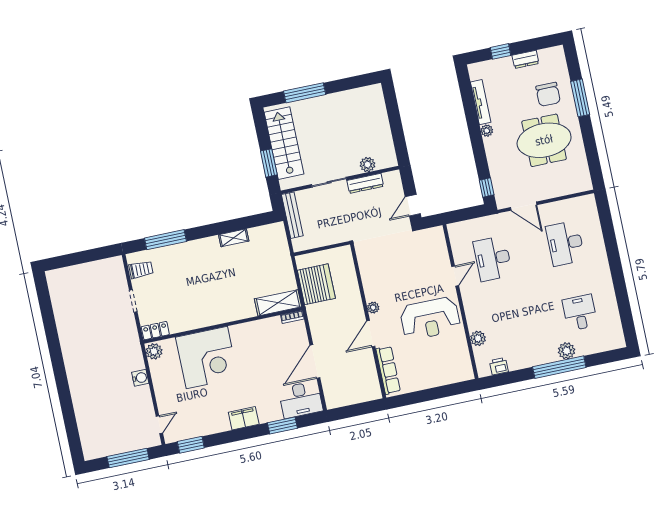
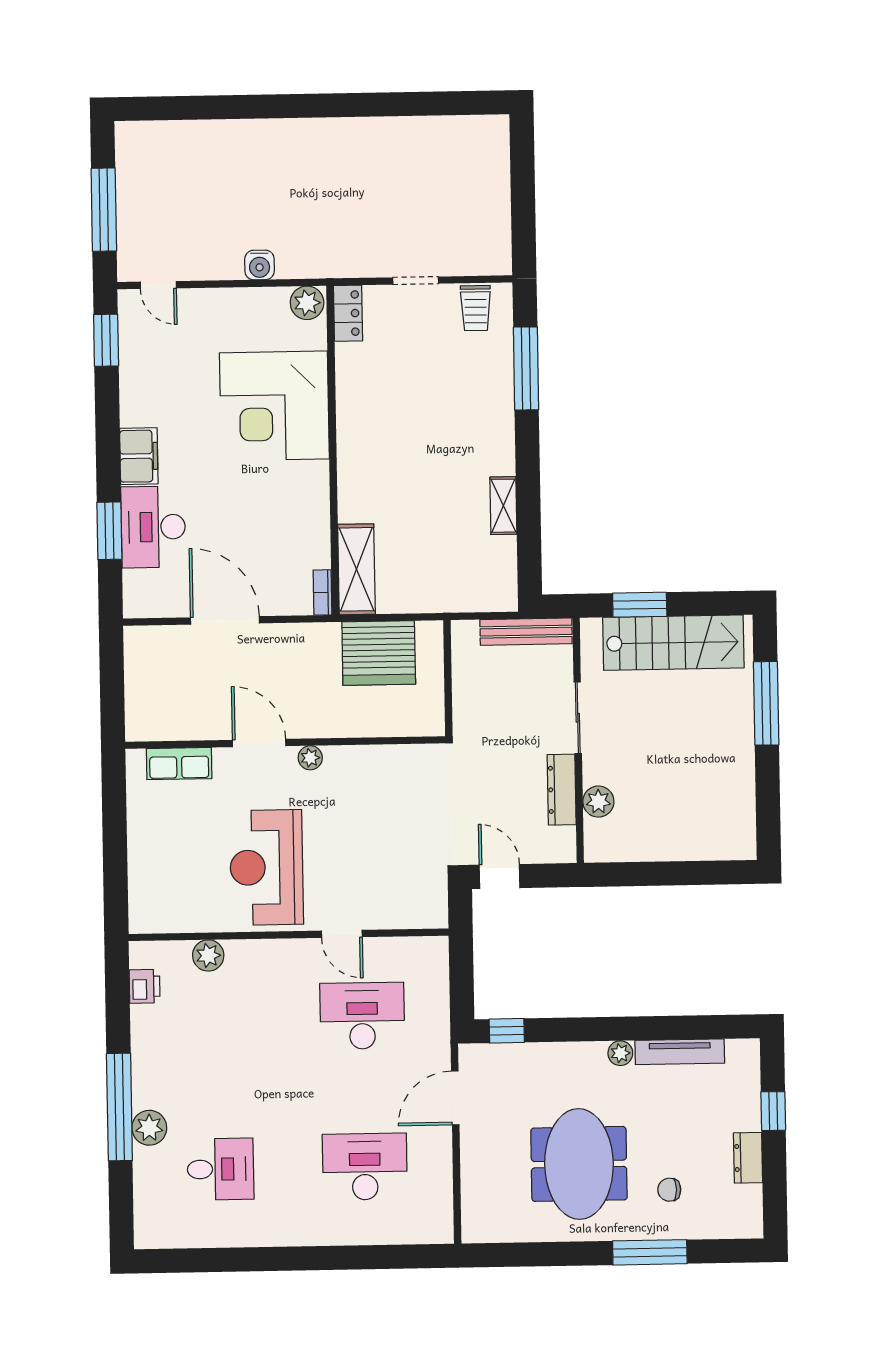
chair: (548, 94) -> (669, 1190), width x0.54, depth x0.54
row of seats: (388, 370) -> (179, 764), width x0.68
desk: (301, 400) -> (153, 527), moved

